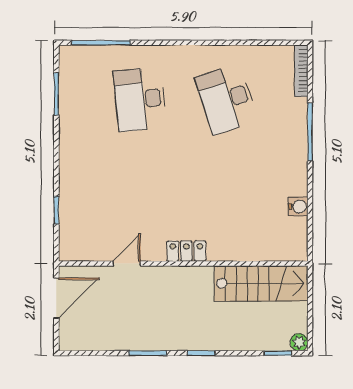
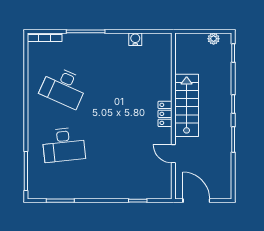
desk: (226, 99) -> (64, 87), turned 42
stairs: (261, 283) -> (187, 105), moved
plant: (299, 342) -> (214, 39), moved

